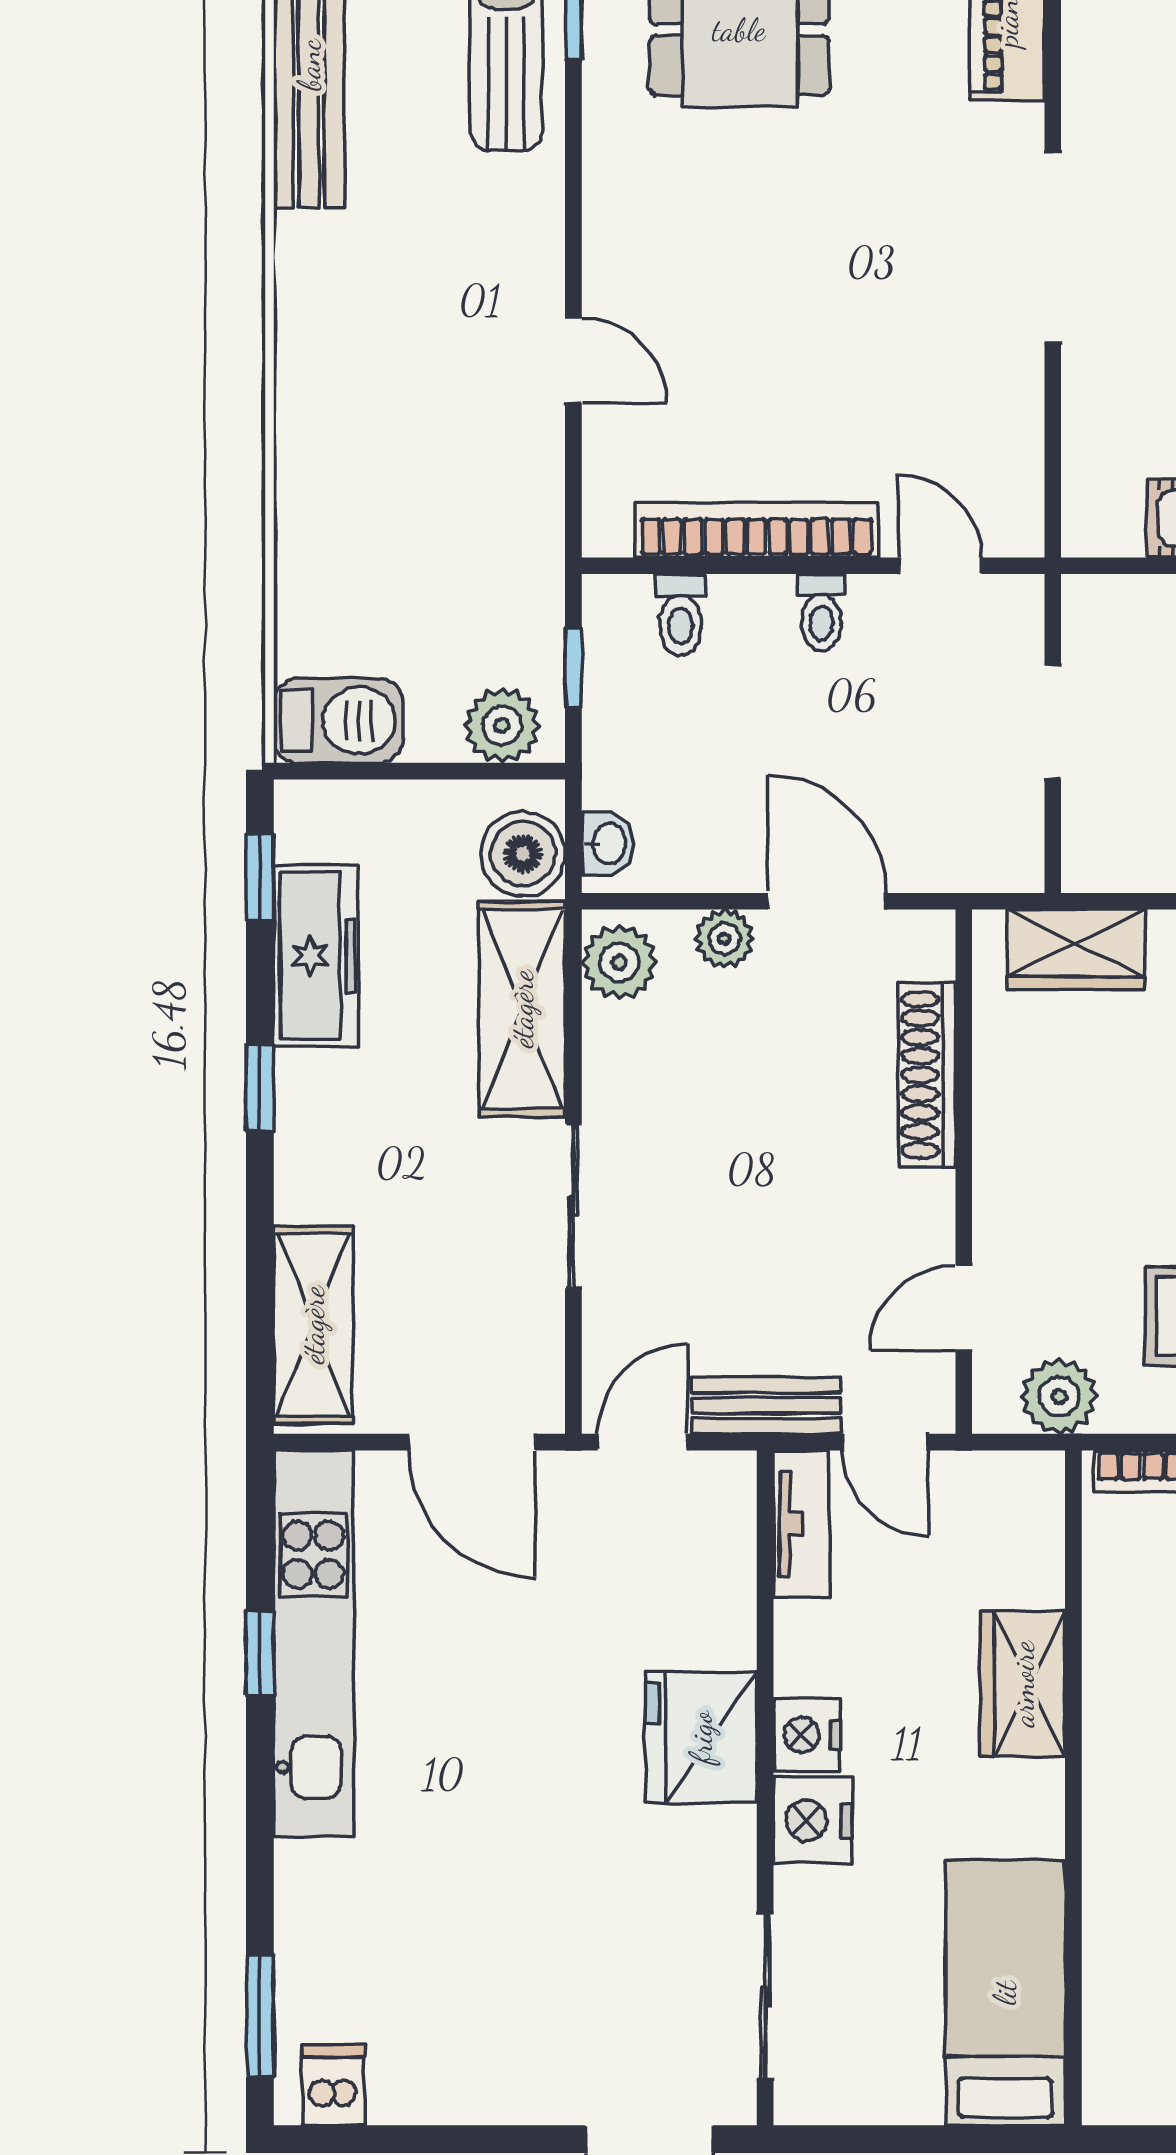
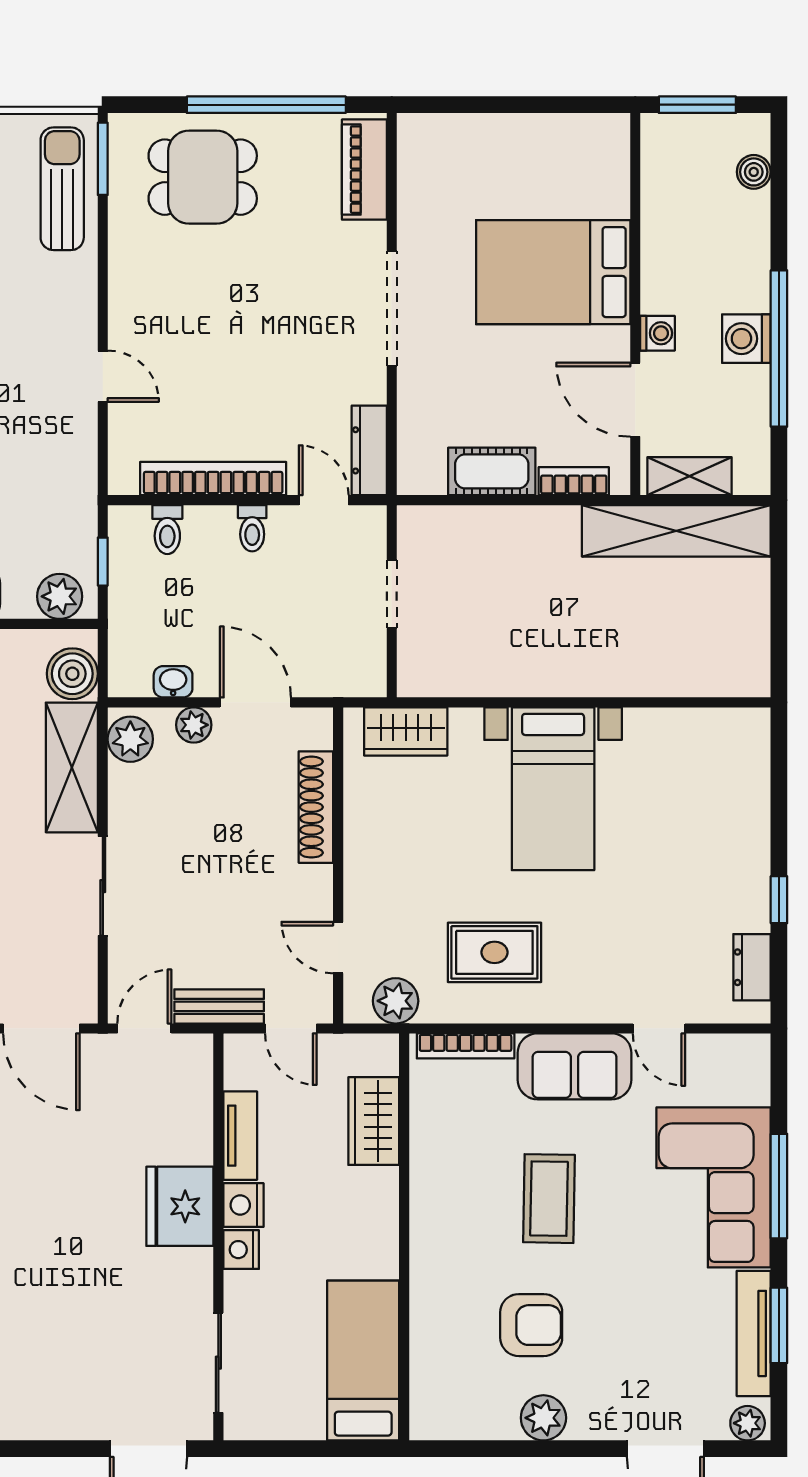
dresser: (1015, 483) -> (369, 450), added
washbasin: (608, 844) -> (173, 682), moved, turned -90
door: (964, 1308) -> (338, 948), hinge flipped
tv unit: (801, 1524) -> (240, 1136), moved
wardrobe: (1023, 1684) -> (374, 1121), moved
nightstand: (813, 1821) -> (241, 1250), width x0.74, depth x0.75

